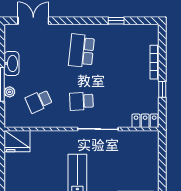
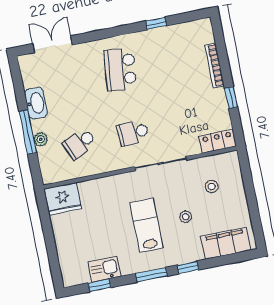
stool: (134, 155) -> (212, 187), added
stool: (109, 174) -> (186, 217), added

